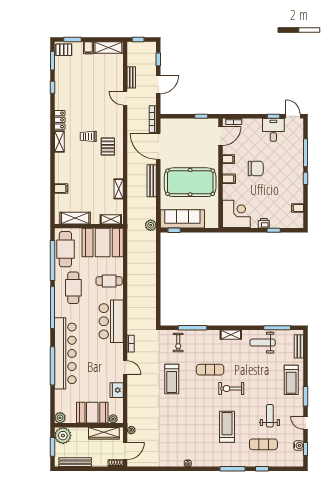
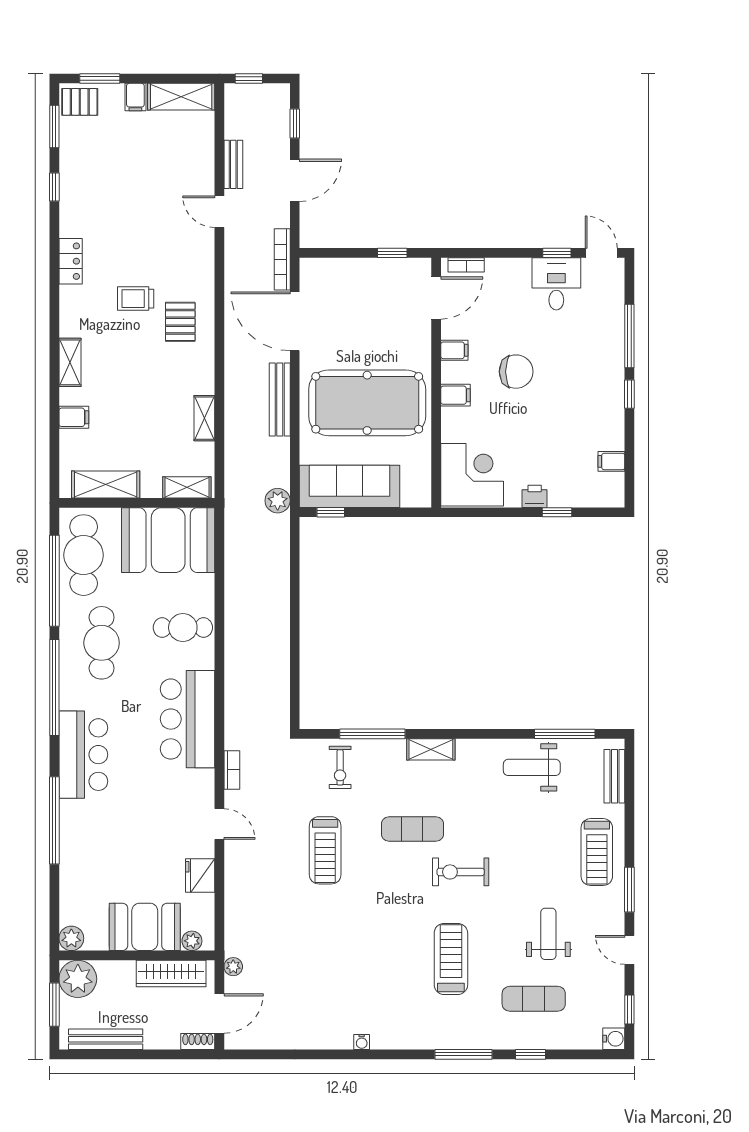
shelving: (59, 141) -> (70, 362), moved
shelving: (231, 335) -> (431, 749), moved
bar counter: (65, 353) -> (83, 755), width x0.54
water cooler: (299, 446) -> (614, 1039), moved

